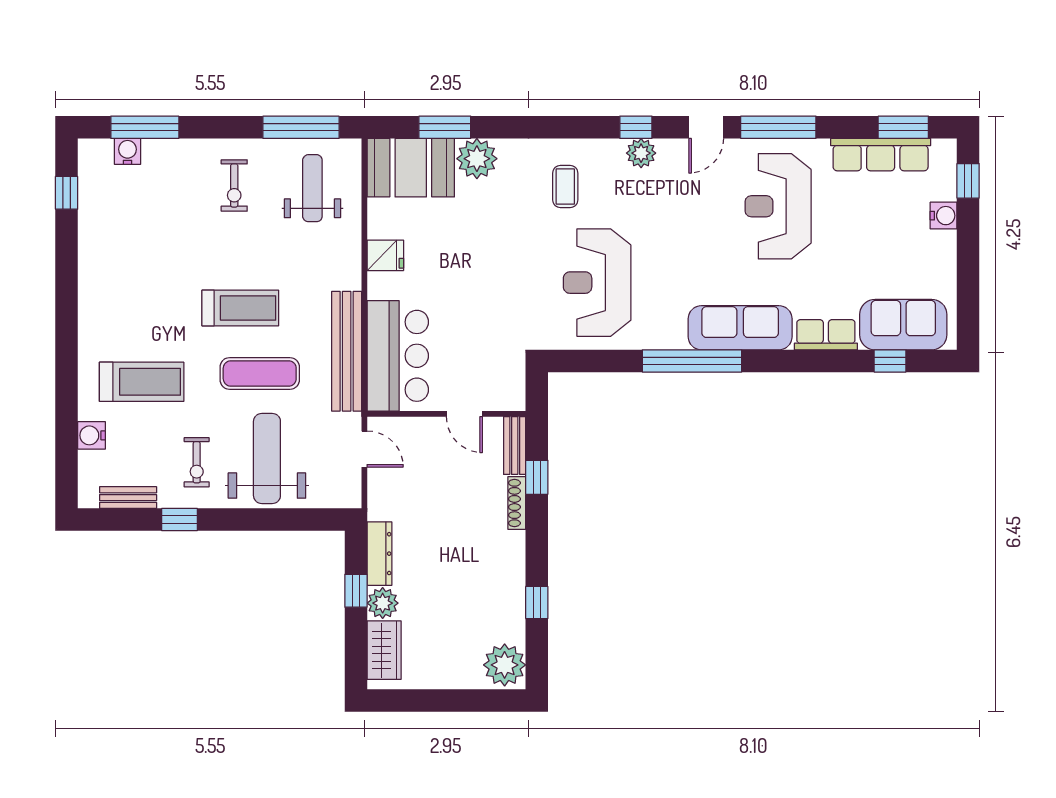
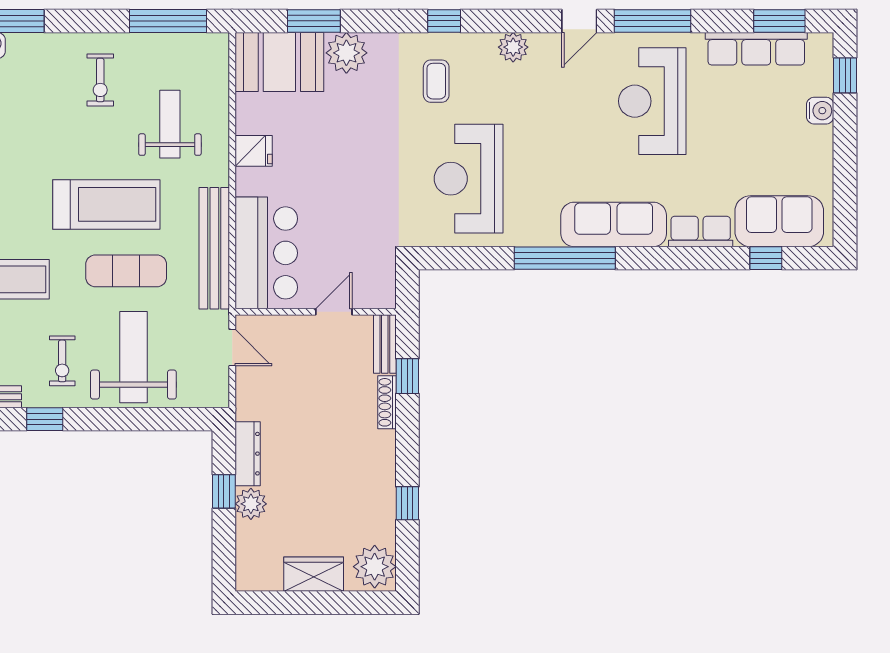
window: (636, 127) -> (444, 21), moved
weight bench: (312, 188) -> (170, 124), moved
treadmill: (240, 308) -> (106, 204), width x1.37, depth x1.38
door: (464, 414) -> (334, 312), swing flipped
wardrobe: (384, 650) -> (314, 574), moved, turned -90

